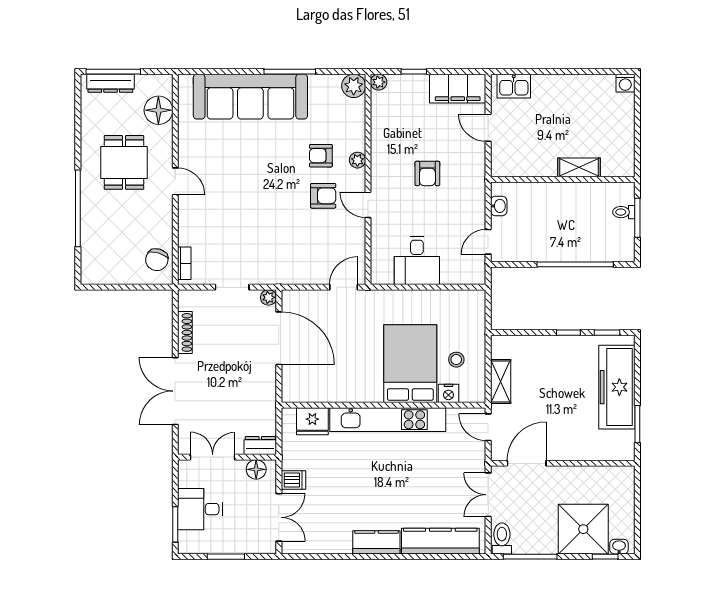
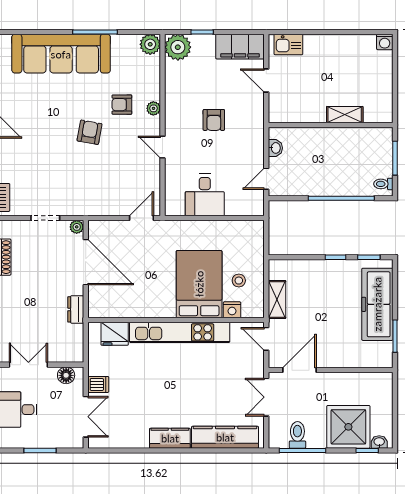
plant: (379, 82) -> (178, 47), width x1.88, depth x1.88
armchair: (323, 196) -> (89, 132), moved, turned -80
toilet: (624, 212) -> (383, 184), moved
dresser: (260, 445) -> (76, 309), moved, turned -90
toilet: (502, 538) -> (297, 435), moved

